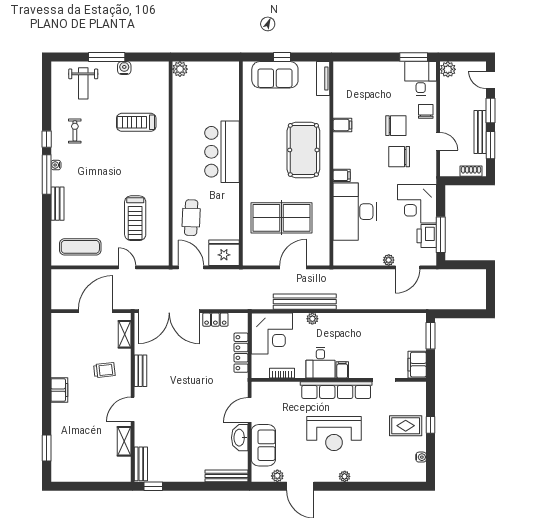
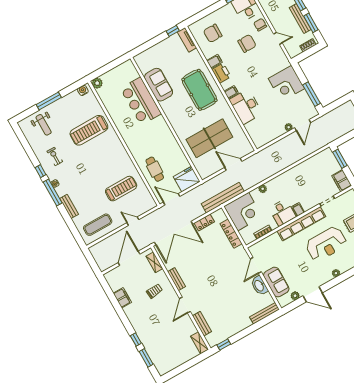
window: (282, 57) -> (173, 31), moved
water cooler: (124, 68) -> (83, 90), moved
sofa: (275, 75) -> (159, 85), moved, turned -90
treadmill: (136, 122) -> (89, 130), width x1.37, depth x1.38
bar counter: (222, 152) -> (141, 101), moved
chair: (399, 157) -> (213, 33), moved
desk: (355, 212) -> (246, 107), width x0.73, depth x0.77
treadmill: (135, 218) -> (121, 189), turned -90
printer: (427, 236) -> (221, 73), moved, turned 180
door: (293, 267) -> (233, 164), hinge flipped
bench: (305, 302) -> (223, 198), moved
filing cabinet: (59, 390) -> (122, 298), moved
window: (47, 418) -> (136, 340), added
reception desk: (334, 434) -> (326, 244), moved
shelving: (124, 441) -> (200, 343), moved
bench: (141, 464) -> (202, 324), moved

